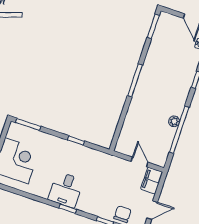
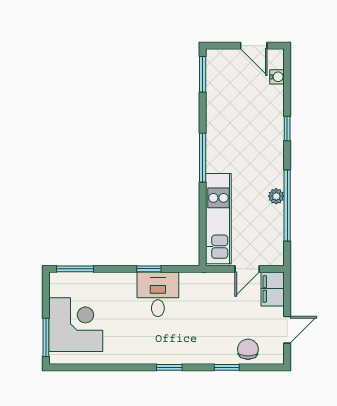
kitchen unit: (132, 123) -> (218, 219), added
door: (140, 162) -> (247, 269), swing flipped
desk: (66, 190) -> (158, 294), moved, turned 180

